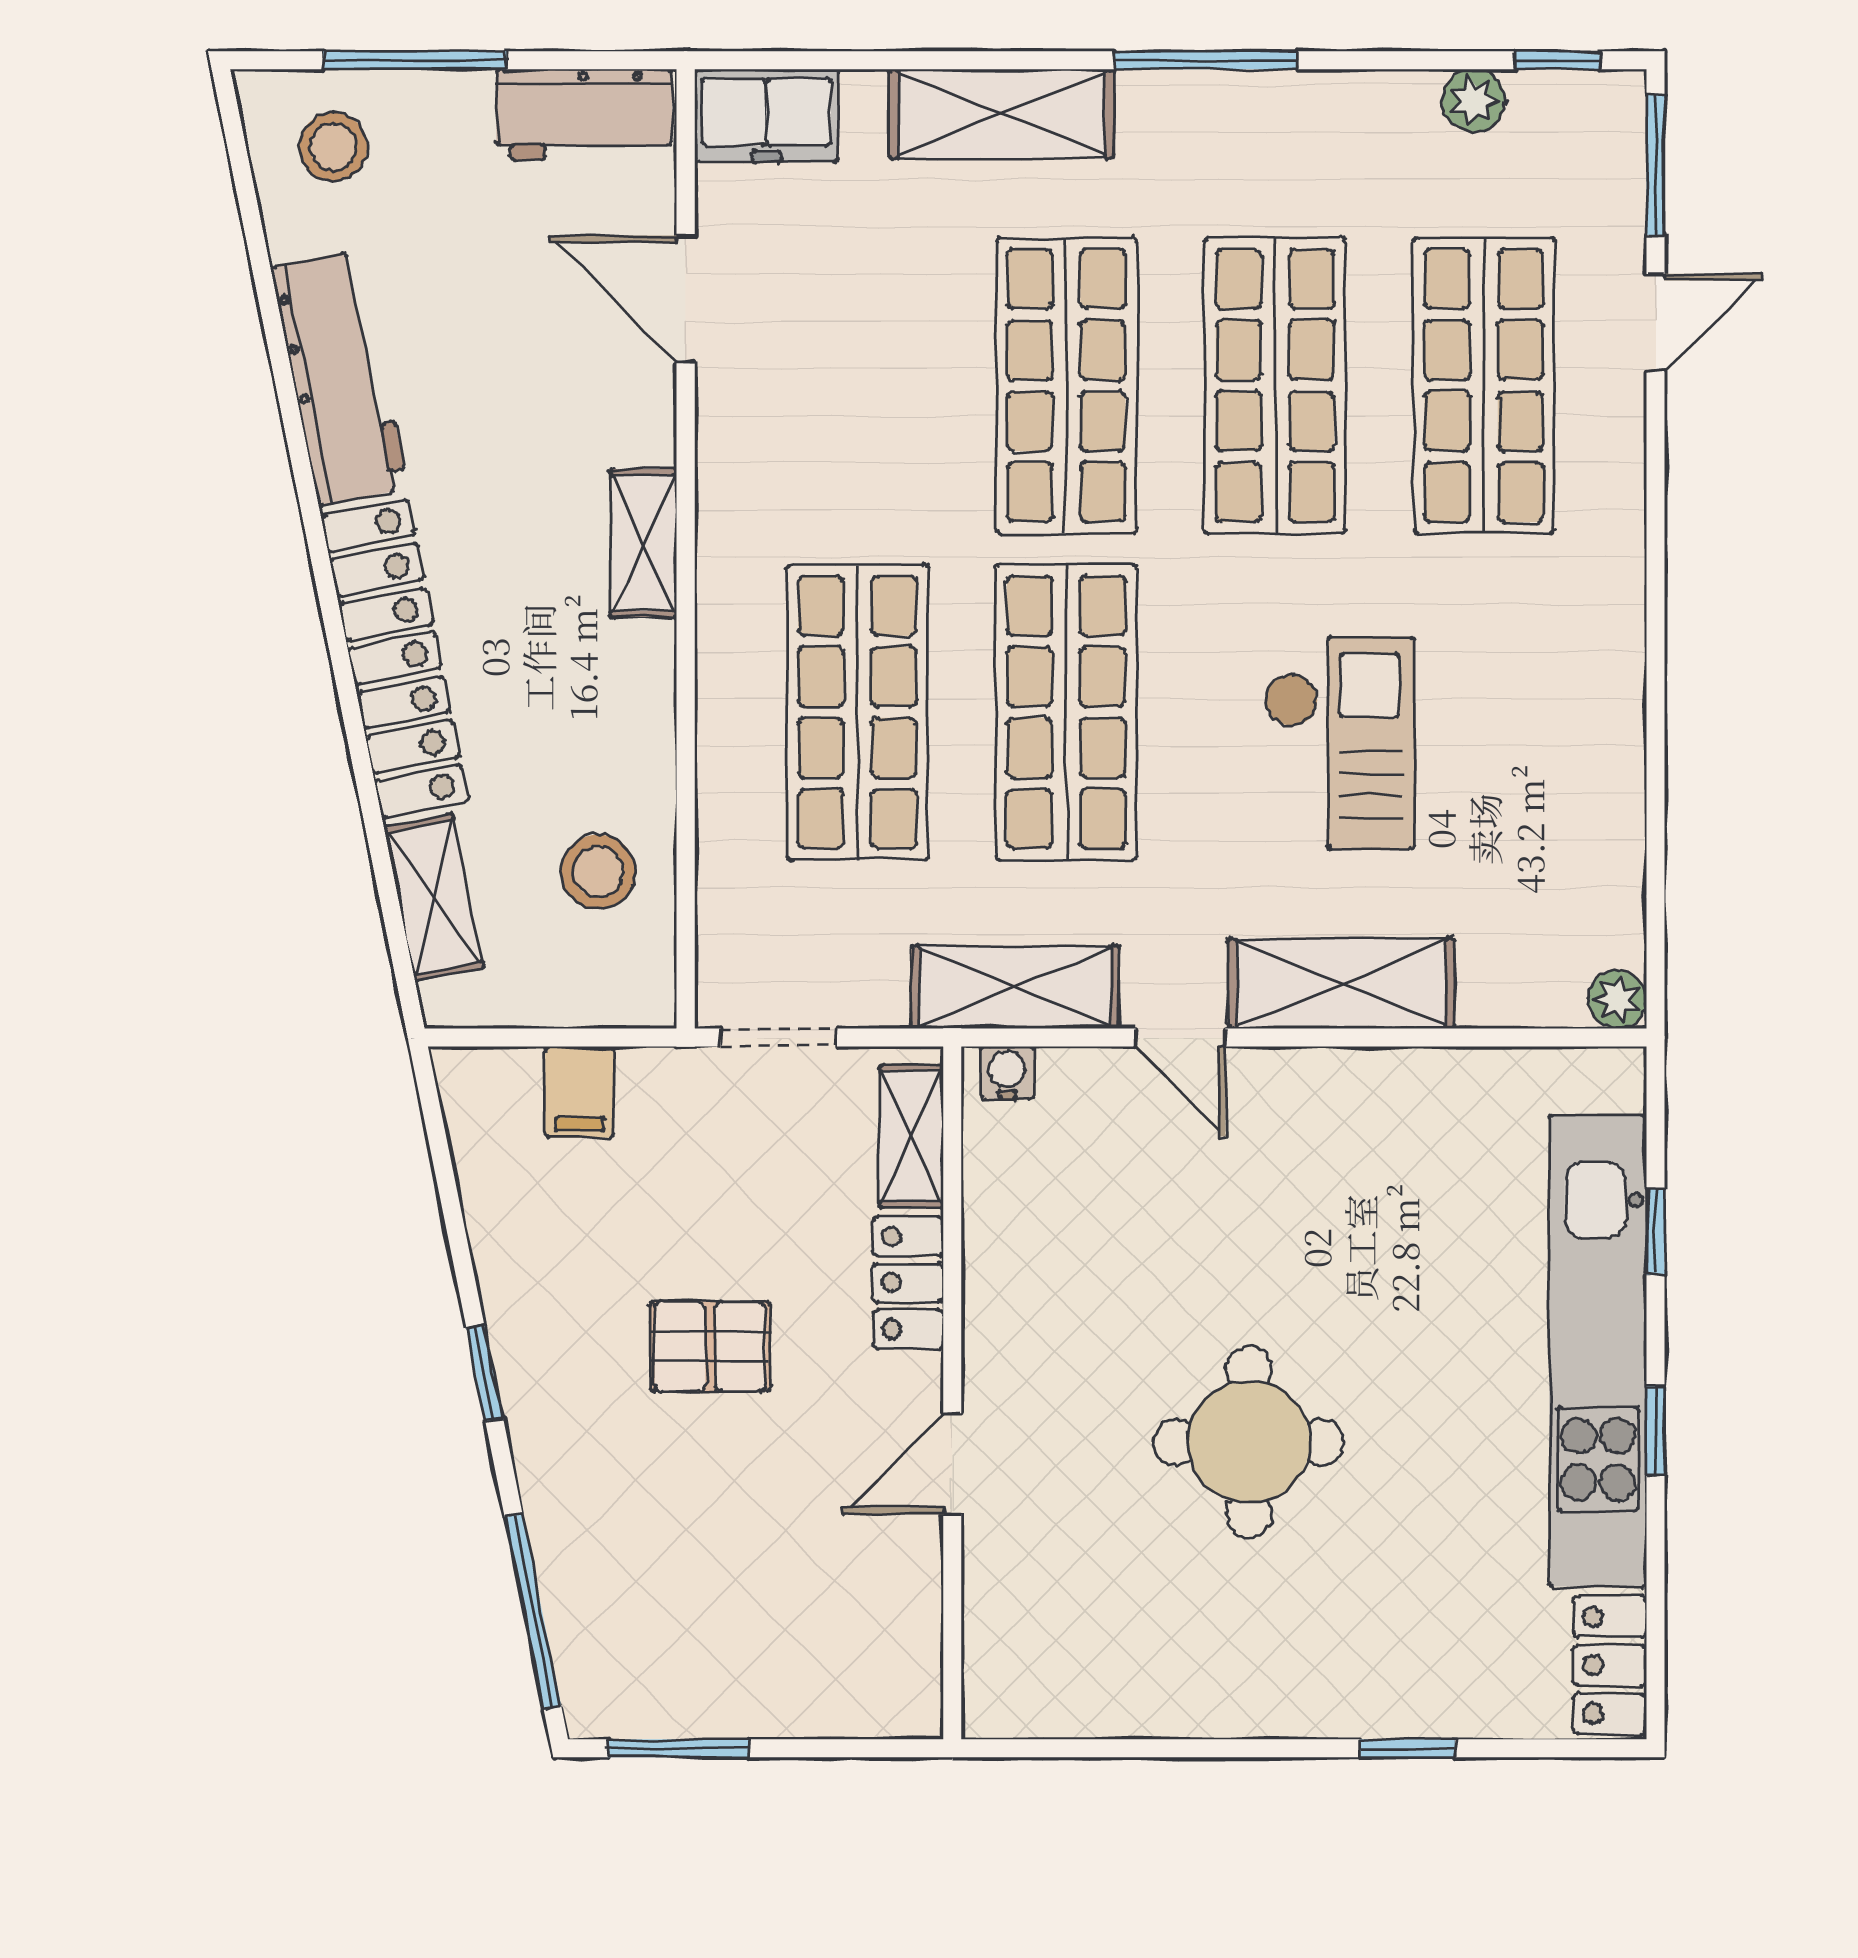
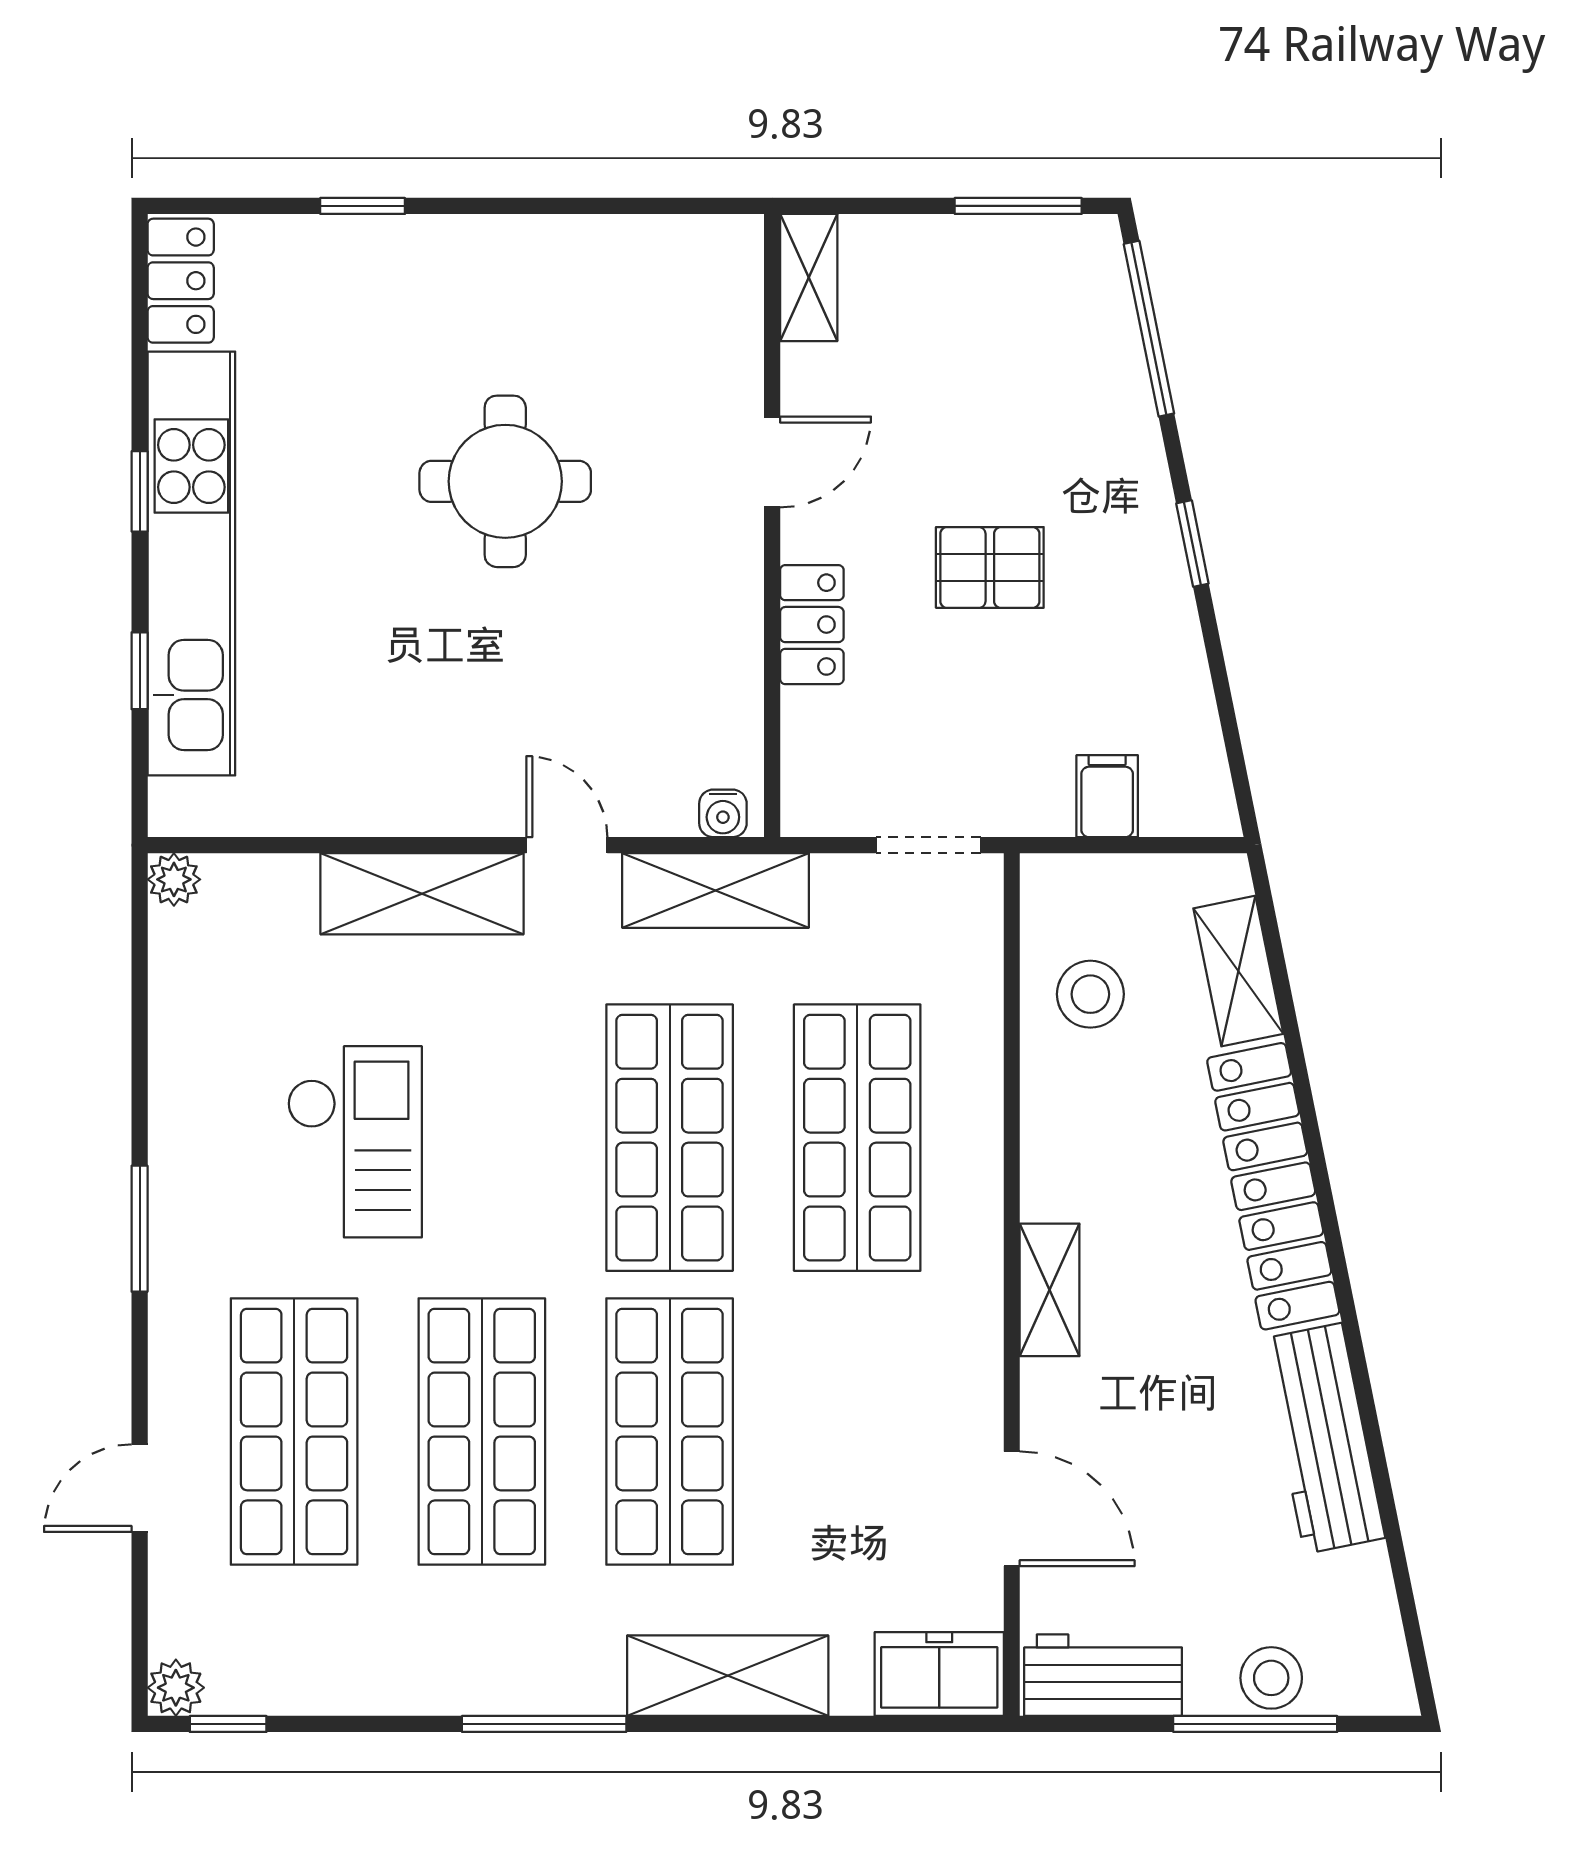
plant: (1474, 101) -> (176, 1688), moved
stool: (333, 147) -> (1271, 1678), moved
window: (1656, 165) -> (140, 1229), moved
checkout: (1339, 743) -> (355, 1142), moved, turned 180
shelving: (911, 1136) -> (809, 278), moved

